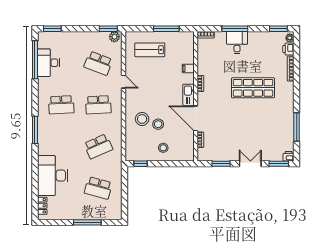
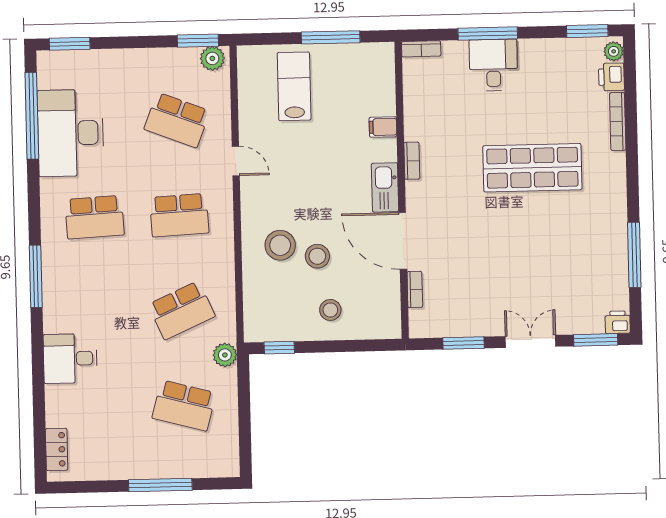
lab bench: (150, 50) -> (294, 86), turned 90
desk: (48, 63) -> (71, 133), width x1.36, depth x1.30
plant: (117, 166) -> (225, 355), added
desk: (53, 176) -> (70, 358), width x0.53, depth x0.77

